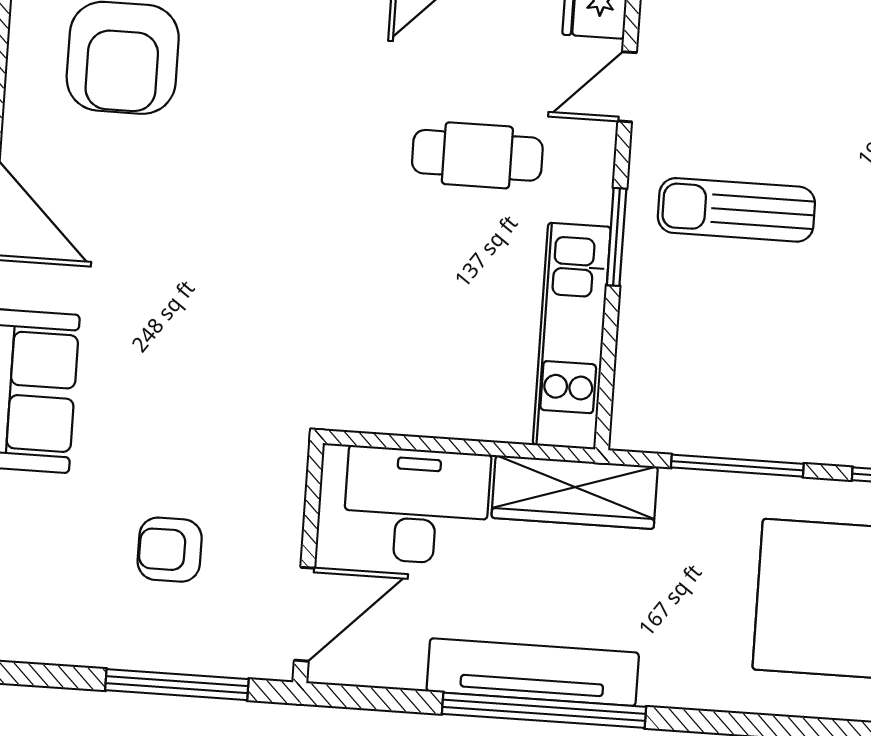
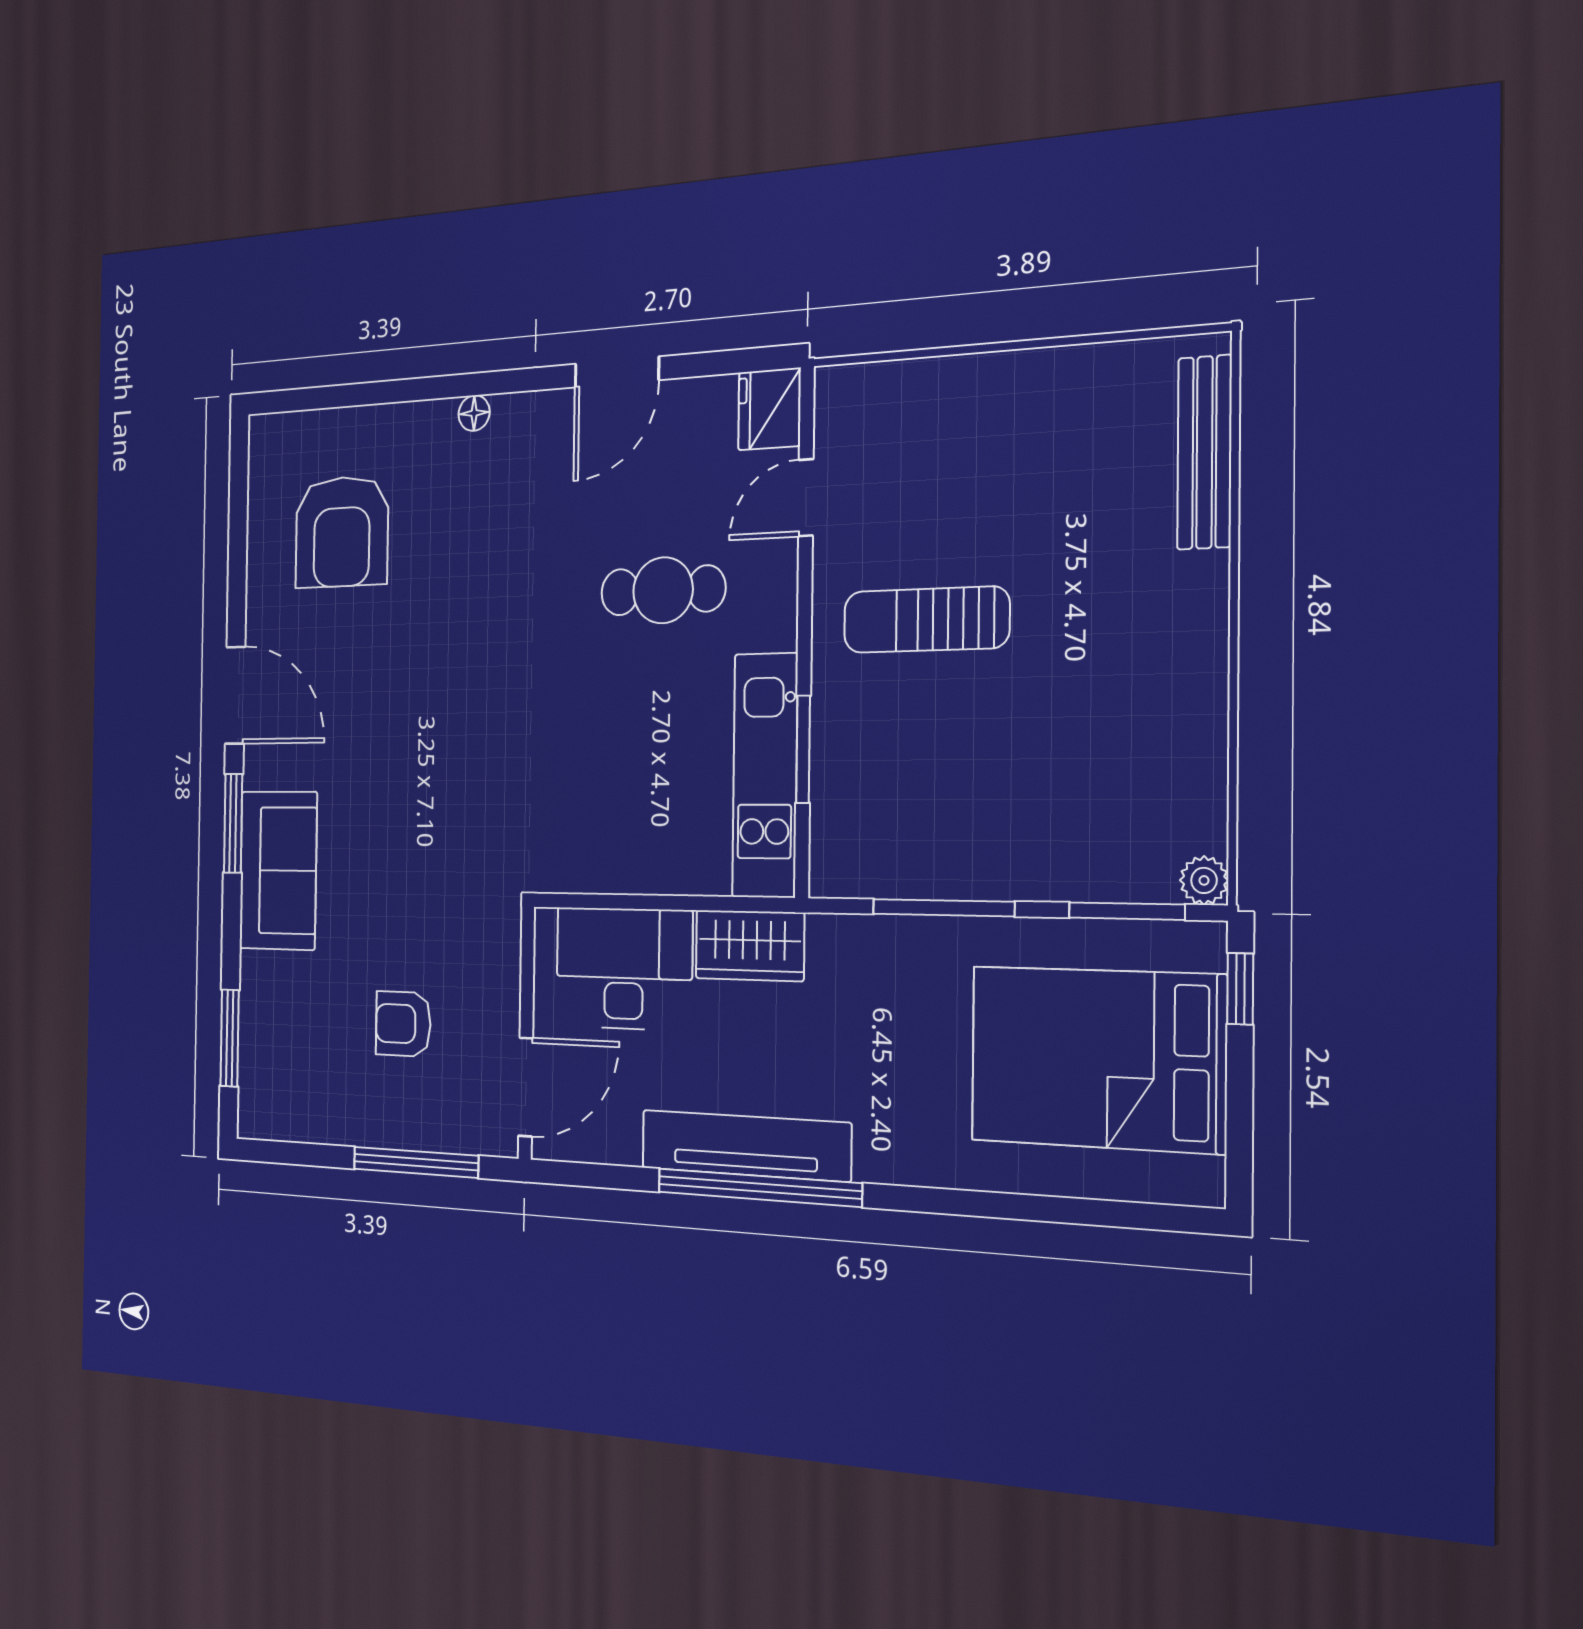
window: (617, 237) -> (803, 749), moved
wardrobe: (575, 492) -> (750, 946), width x0.67

